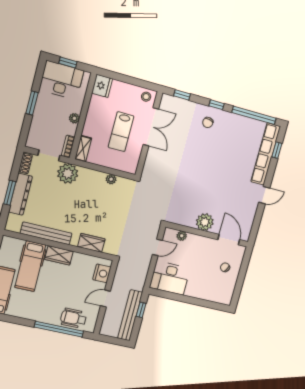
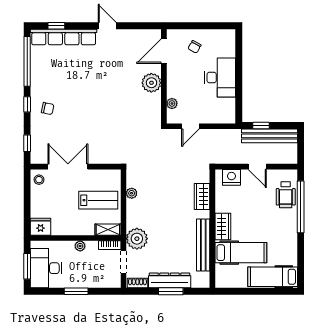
window: (68, 62) -> (27, 266), width x1.50
lab bench: (121, 132) -> (98, 200), moved
door: (157, 247) -> (190, 126), swing flipped
desk: (170, 278) -> (220, 77), moved

